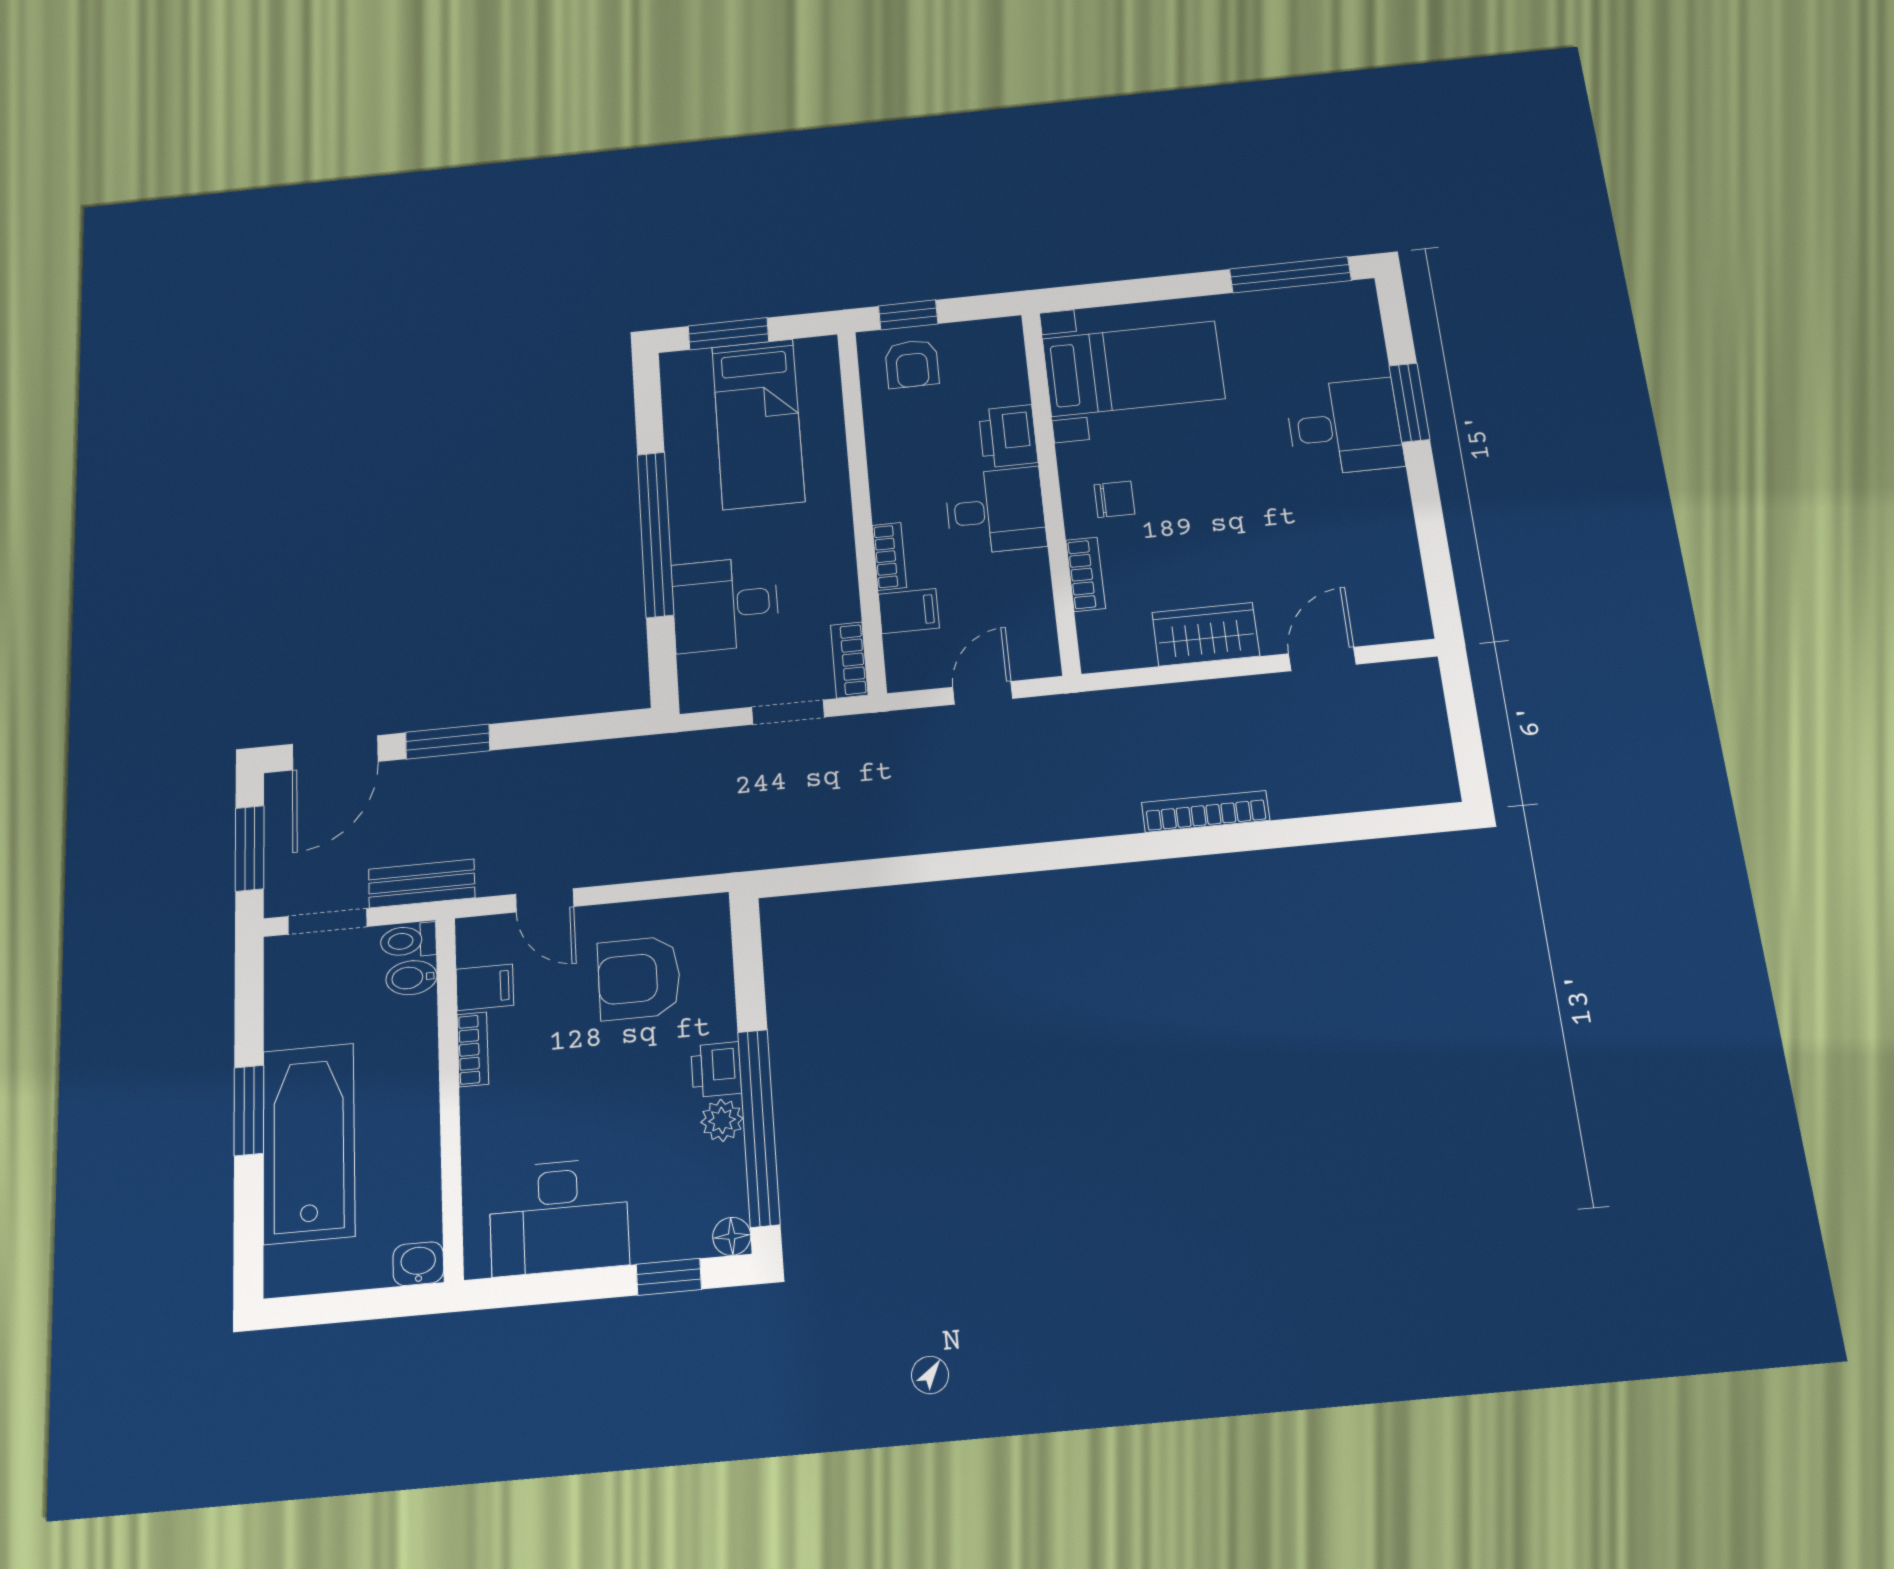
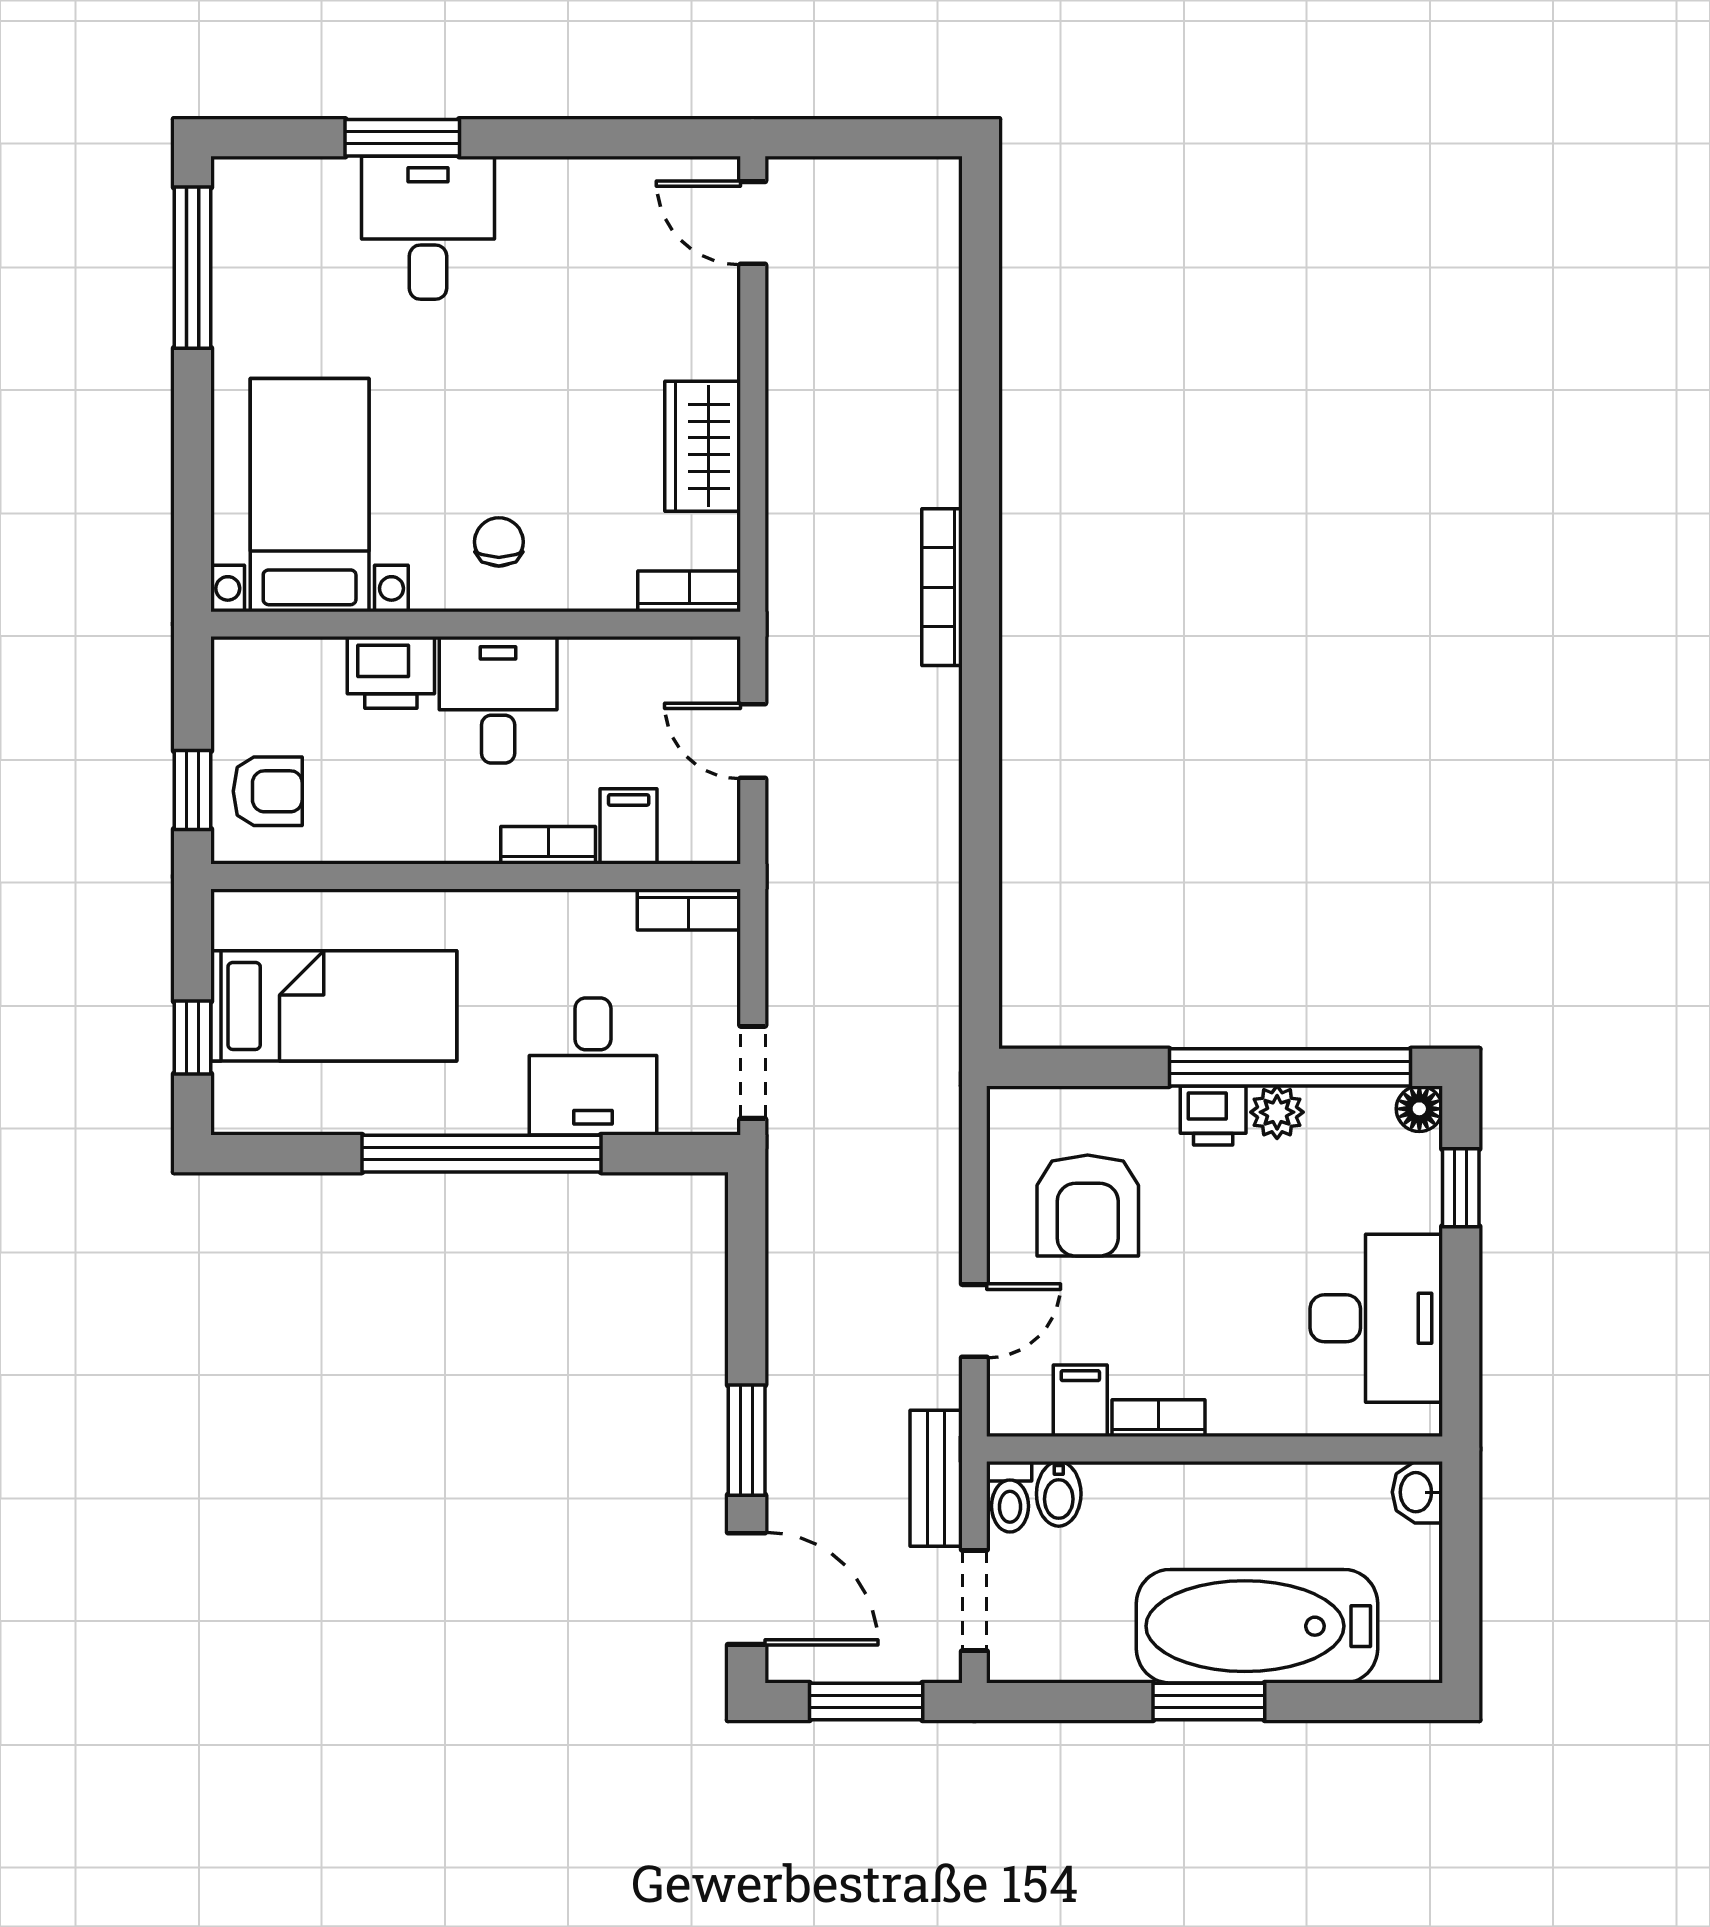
window: (728, 334) -> (192, 1038), width x0.67
bookcase: (1086, 574) -> (689, 591), moved
door: (1322, 659) -> (753, 223), moved
doorway: (788, 712) -> (753, 1072), moved
bookcase: (1206, 811) -> (942, 587), moved

